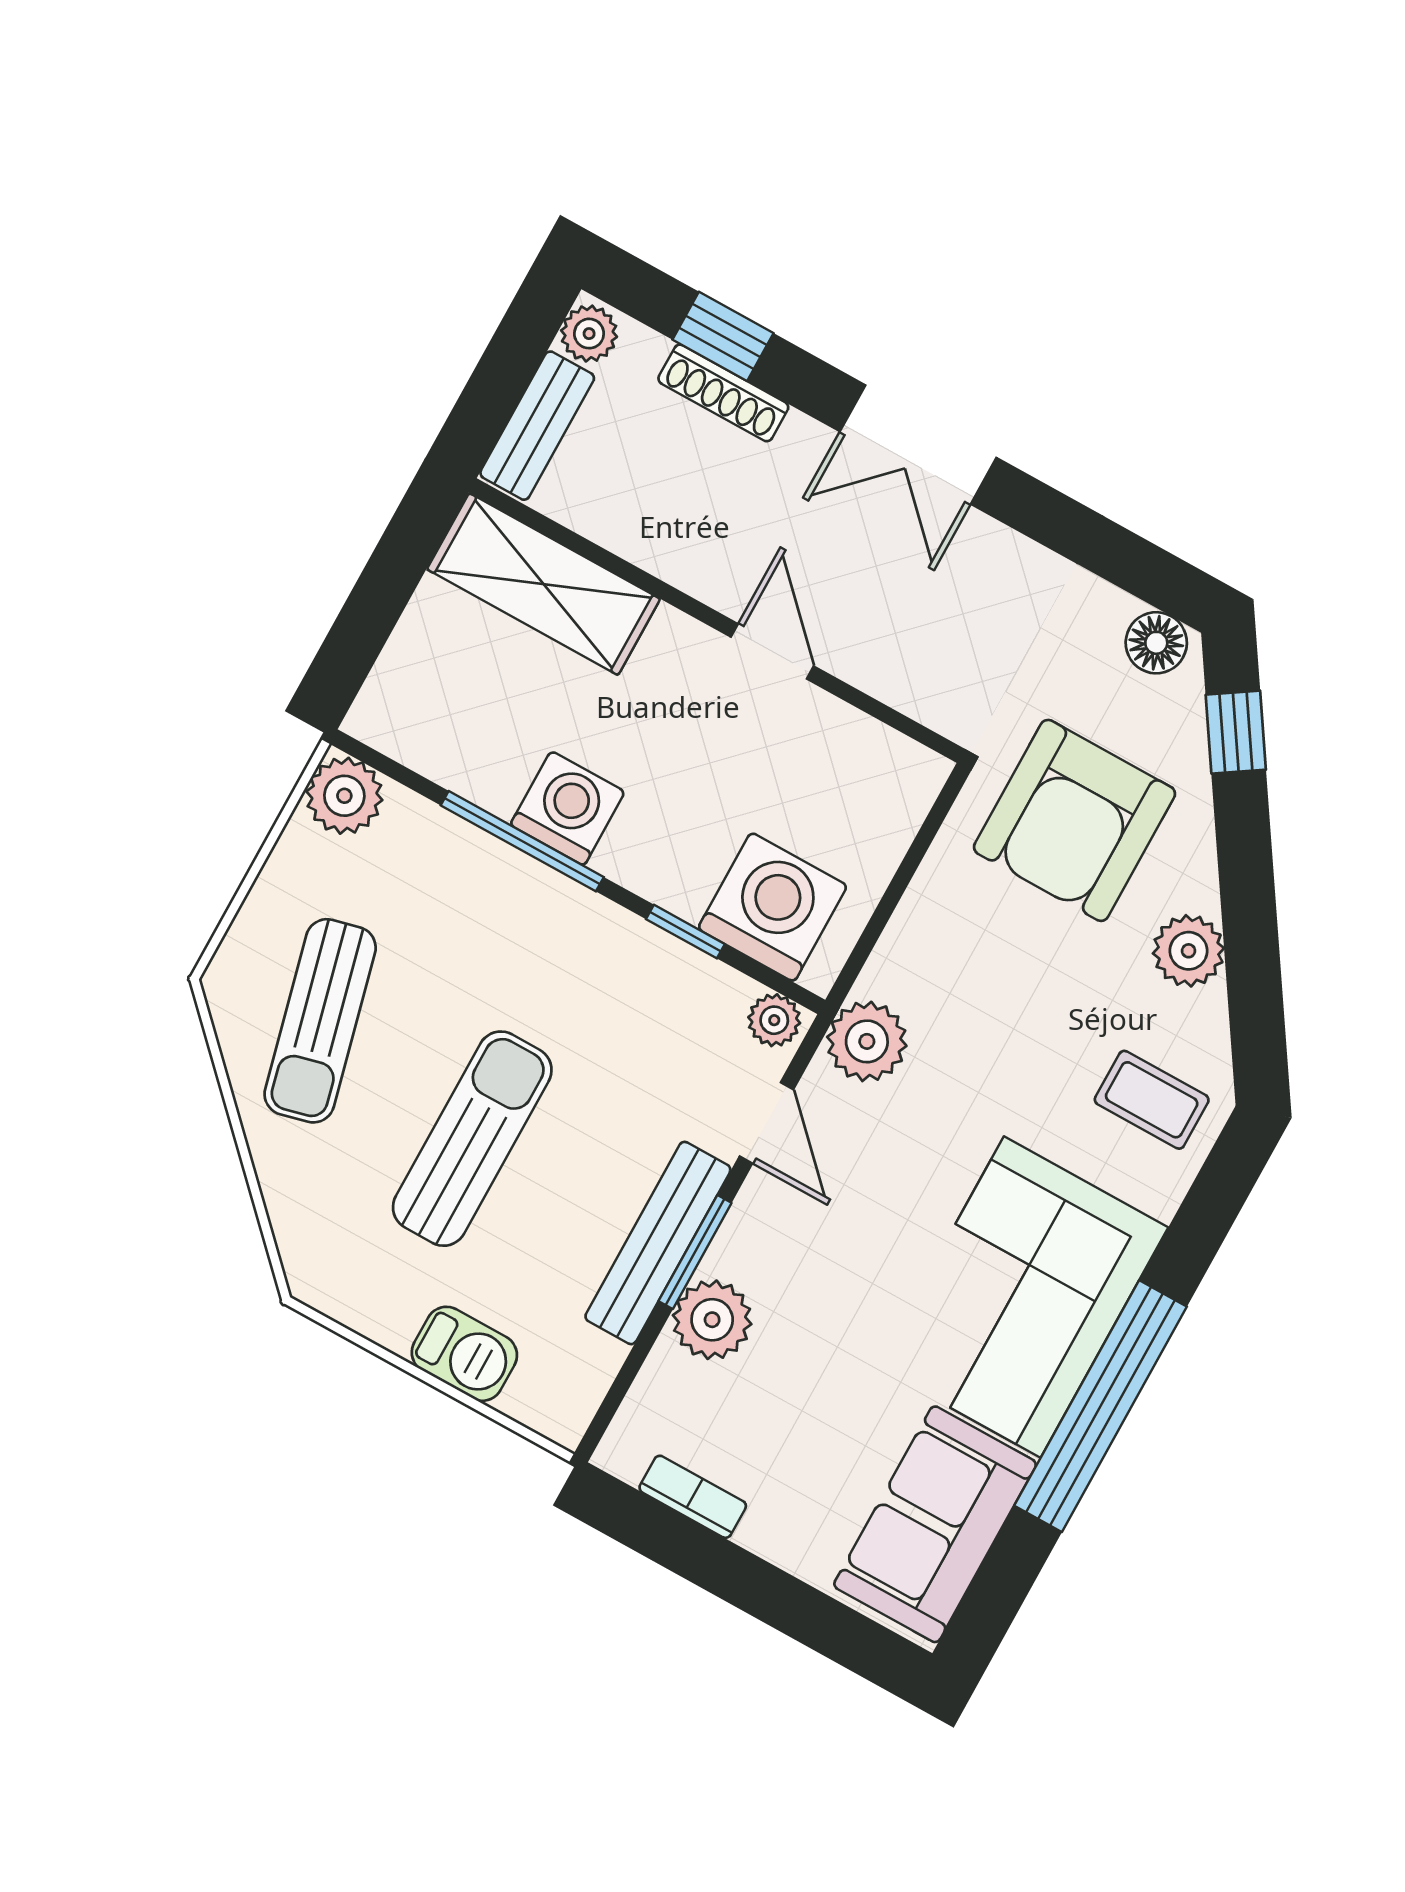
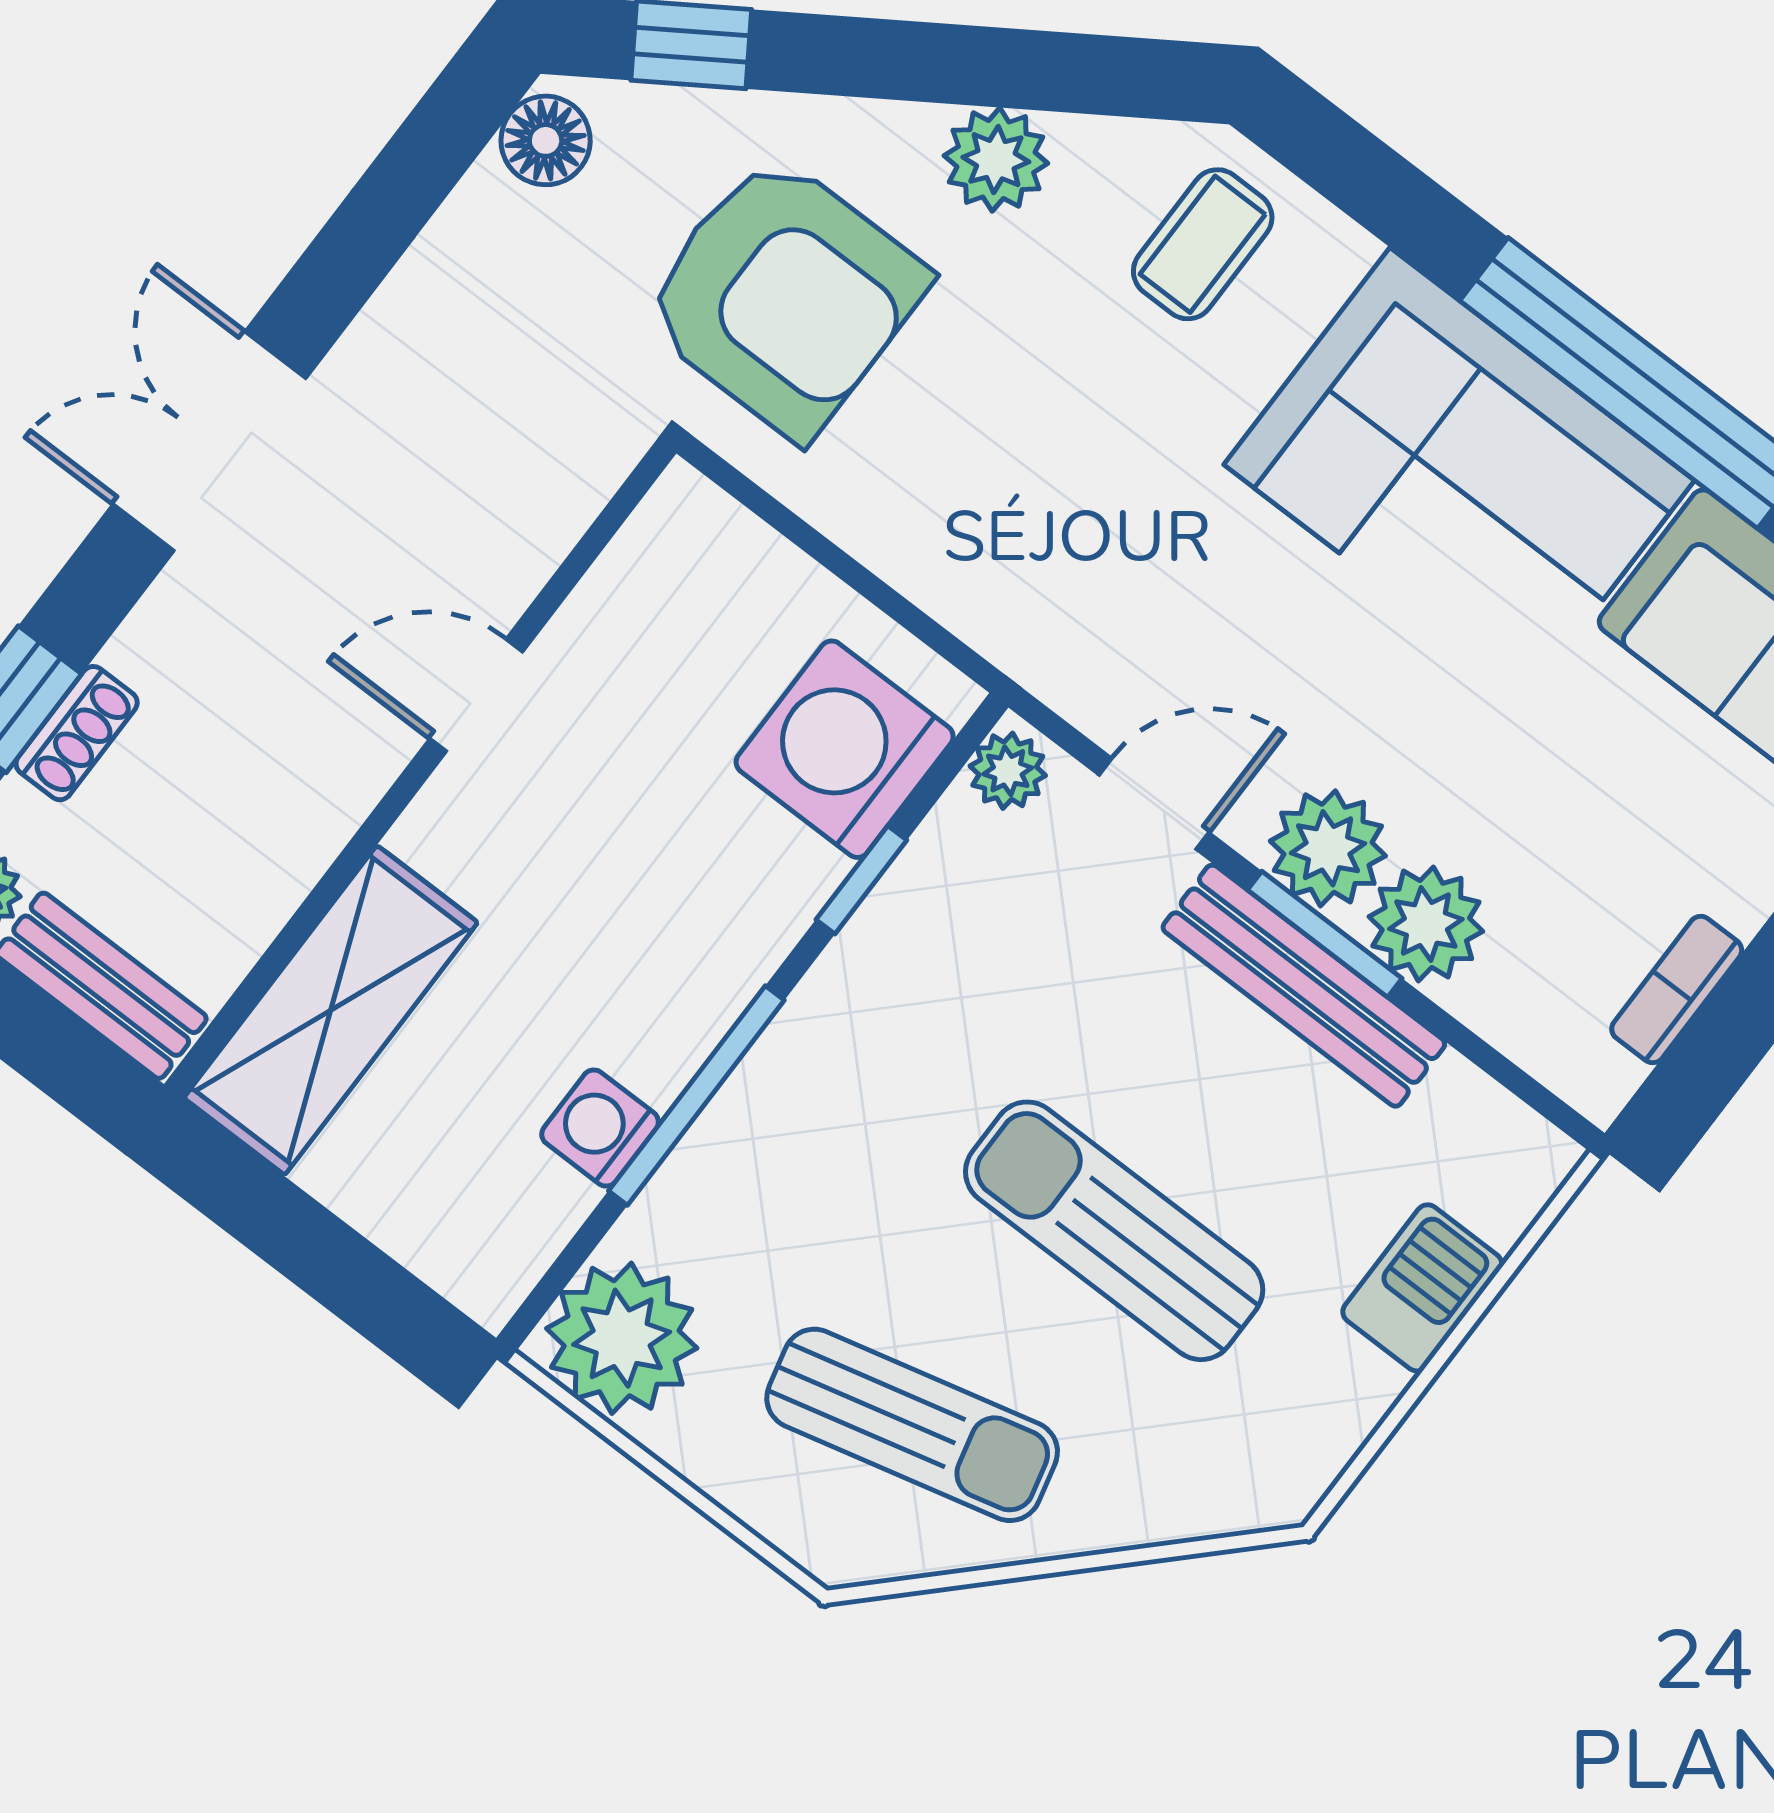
shoe rack: (723, 393) -> (77, 733), width x0.70
double door: (918, 445) -> (209, 441), swing flipped
plant: (344, 796) -> (622, 1338), width x1.36, depth x1.36
washing machine: (568, 808) -> (600, 1128), moved, width x0.73, depth x0.73
plant: (867, 1041) -> (1328, 848), moved

